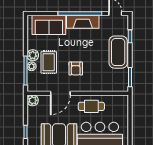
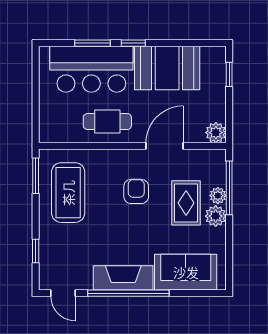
coffee table: (118, 52) -> (68, 193), moved

